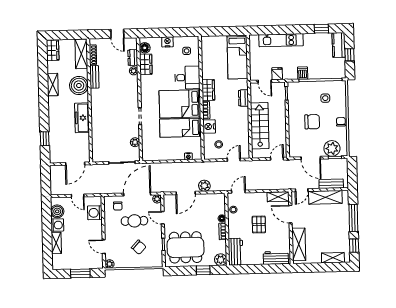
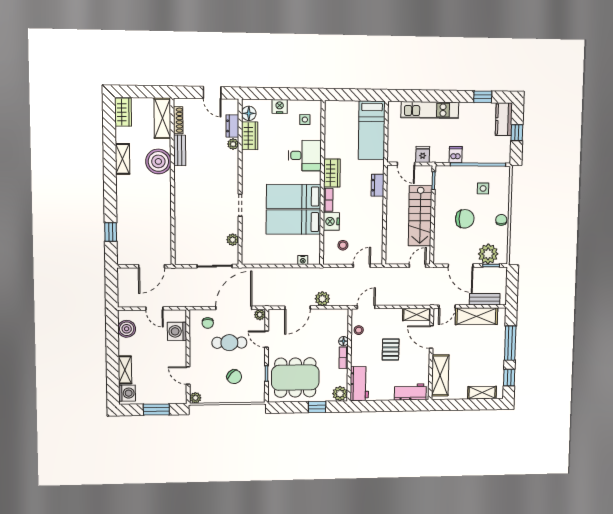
bed: (180, 104) -> (294, 196), width x0.67
freezer: (82, 118) -> (162, 205), removed
stairs: (260, 126) -> (420, 216), moved, turned 180
washing machine: (57, 225) -> (127, 393), moved

